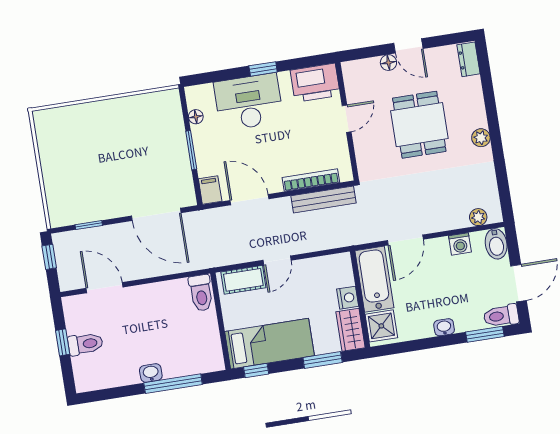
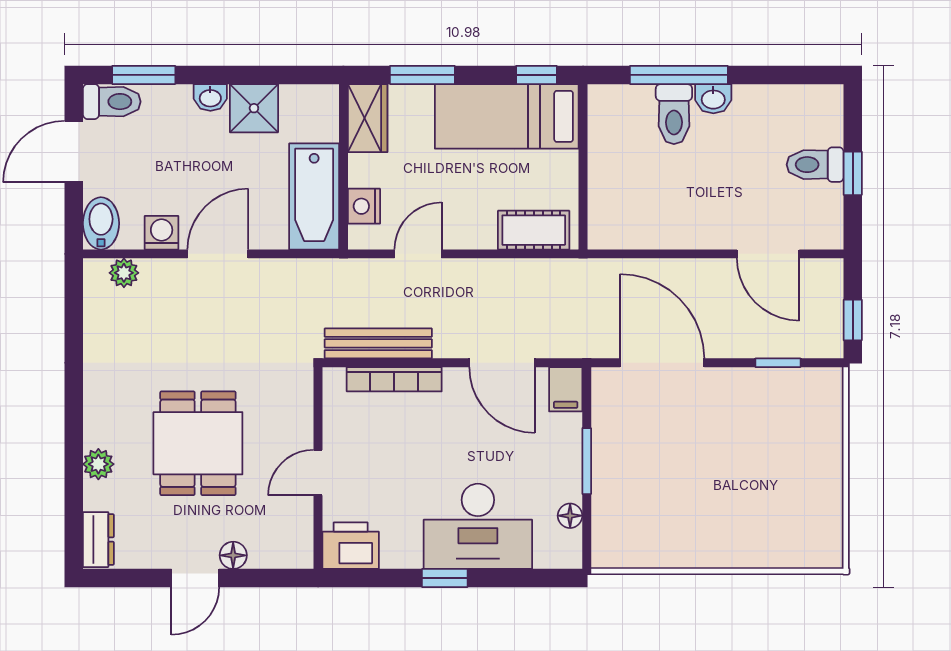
door: (408, 46) -> (195, 578), swing flipped
printer: (315, 83) -> (351, 546), width x0.73, depth x0.84
plant: (481, 138) -> (98, 464), moved
door: (405, 240) -> (218, 254), moved
door: (277, 260) -> (418, 254), moved
toilet: (201, 293) -> (674, 114), moved, turned 180
nightstand: (348, 298) -> (364, 206), moved
shower: (381, 326) -> (254, 108), moved

